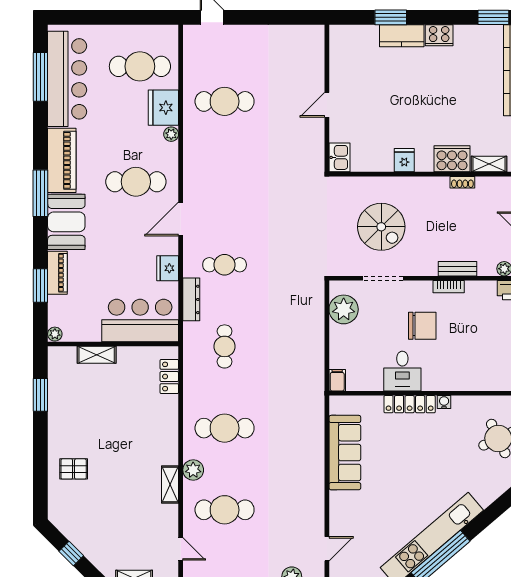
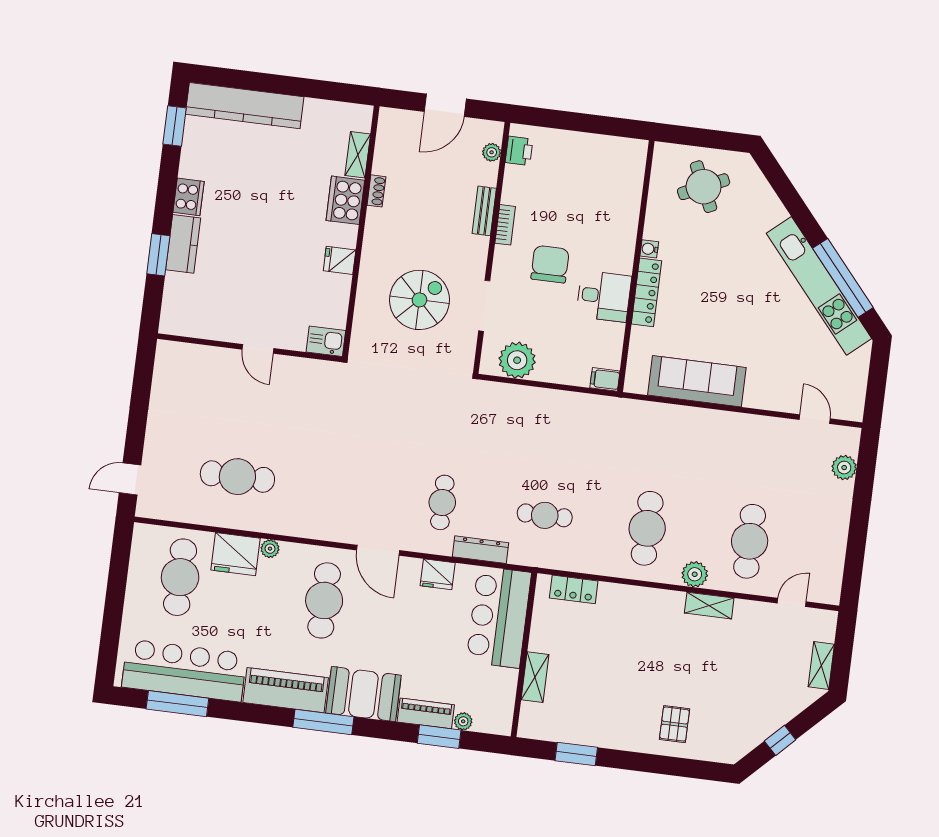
cafe table: (225, 101) -> (237, 477), turned 90
plant: (55, 334) -> (463, 721), moved

